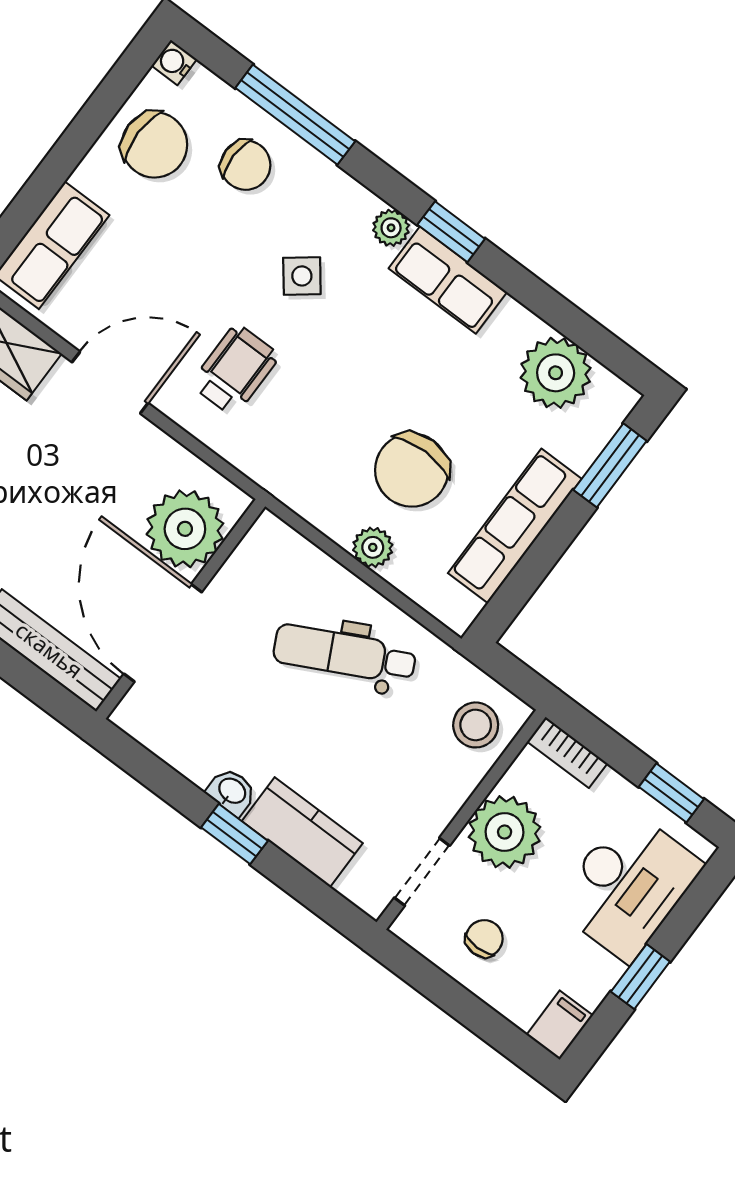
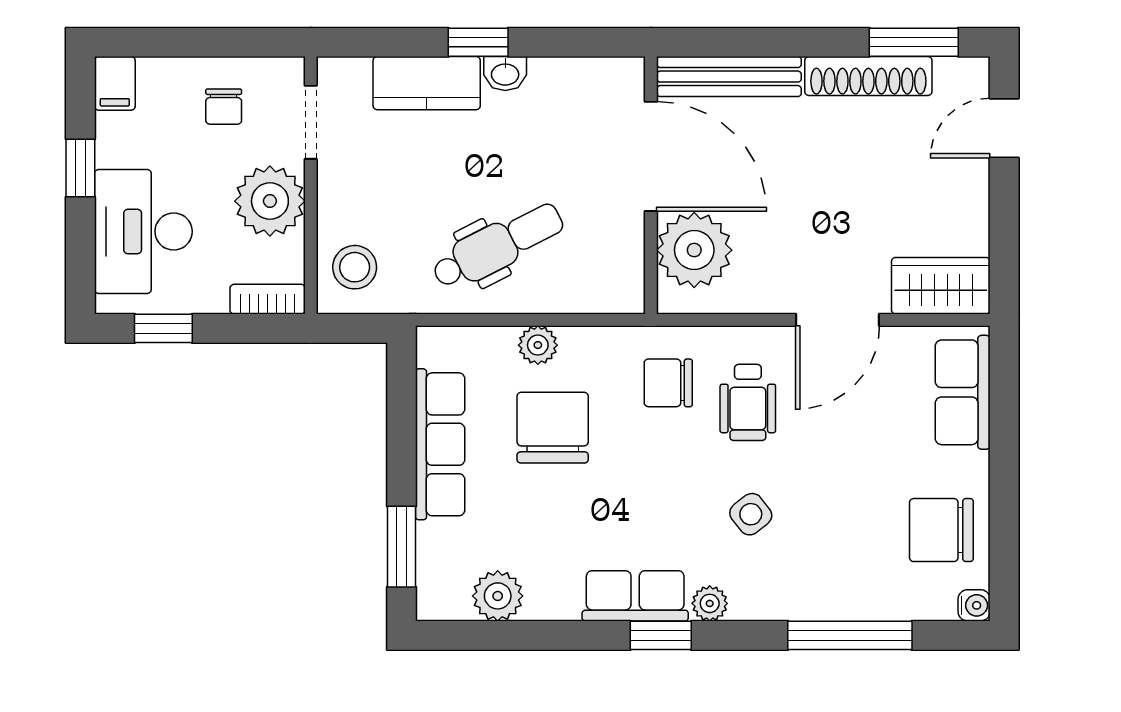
chair: (246, 165) -> (668, 383), moved
plant: (556, 373) -> (498, 596), width x0.73, depth x0.73

